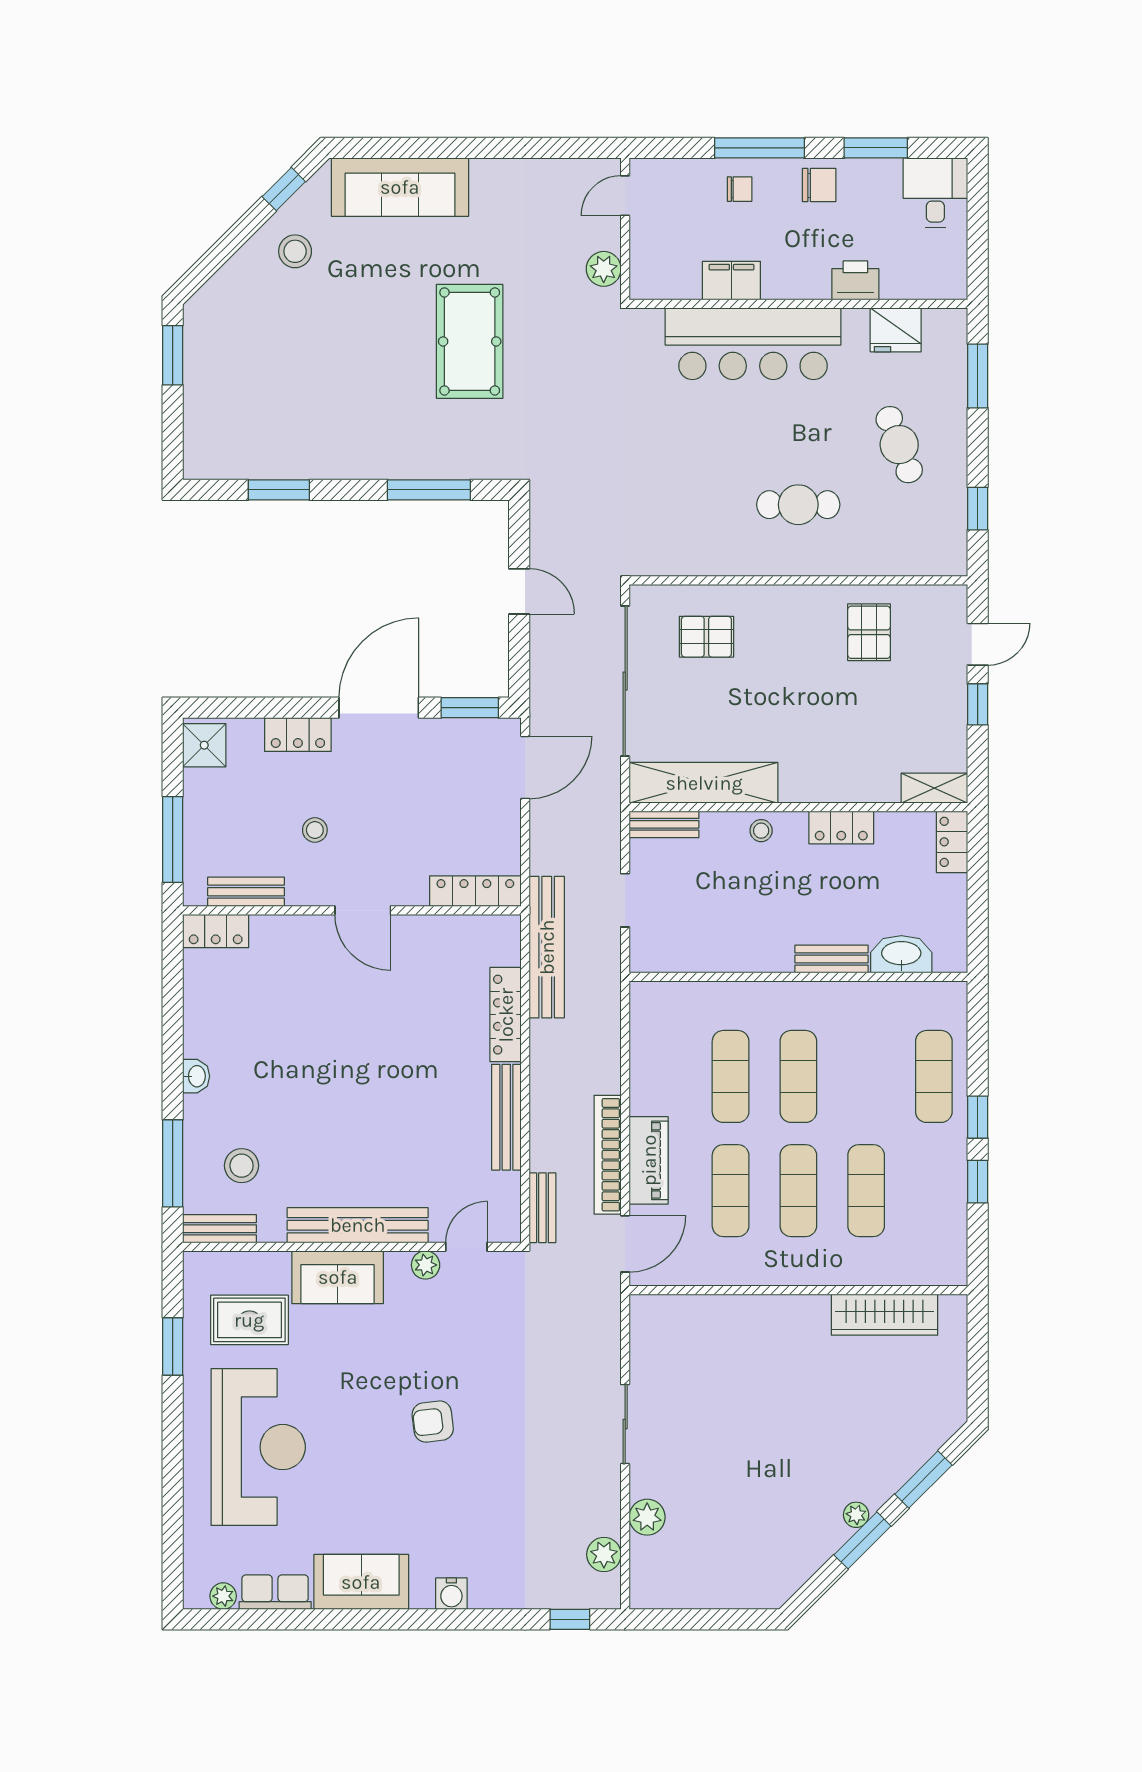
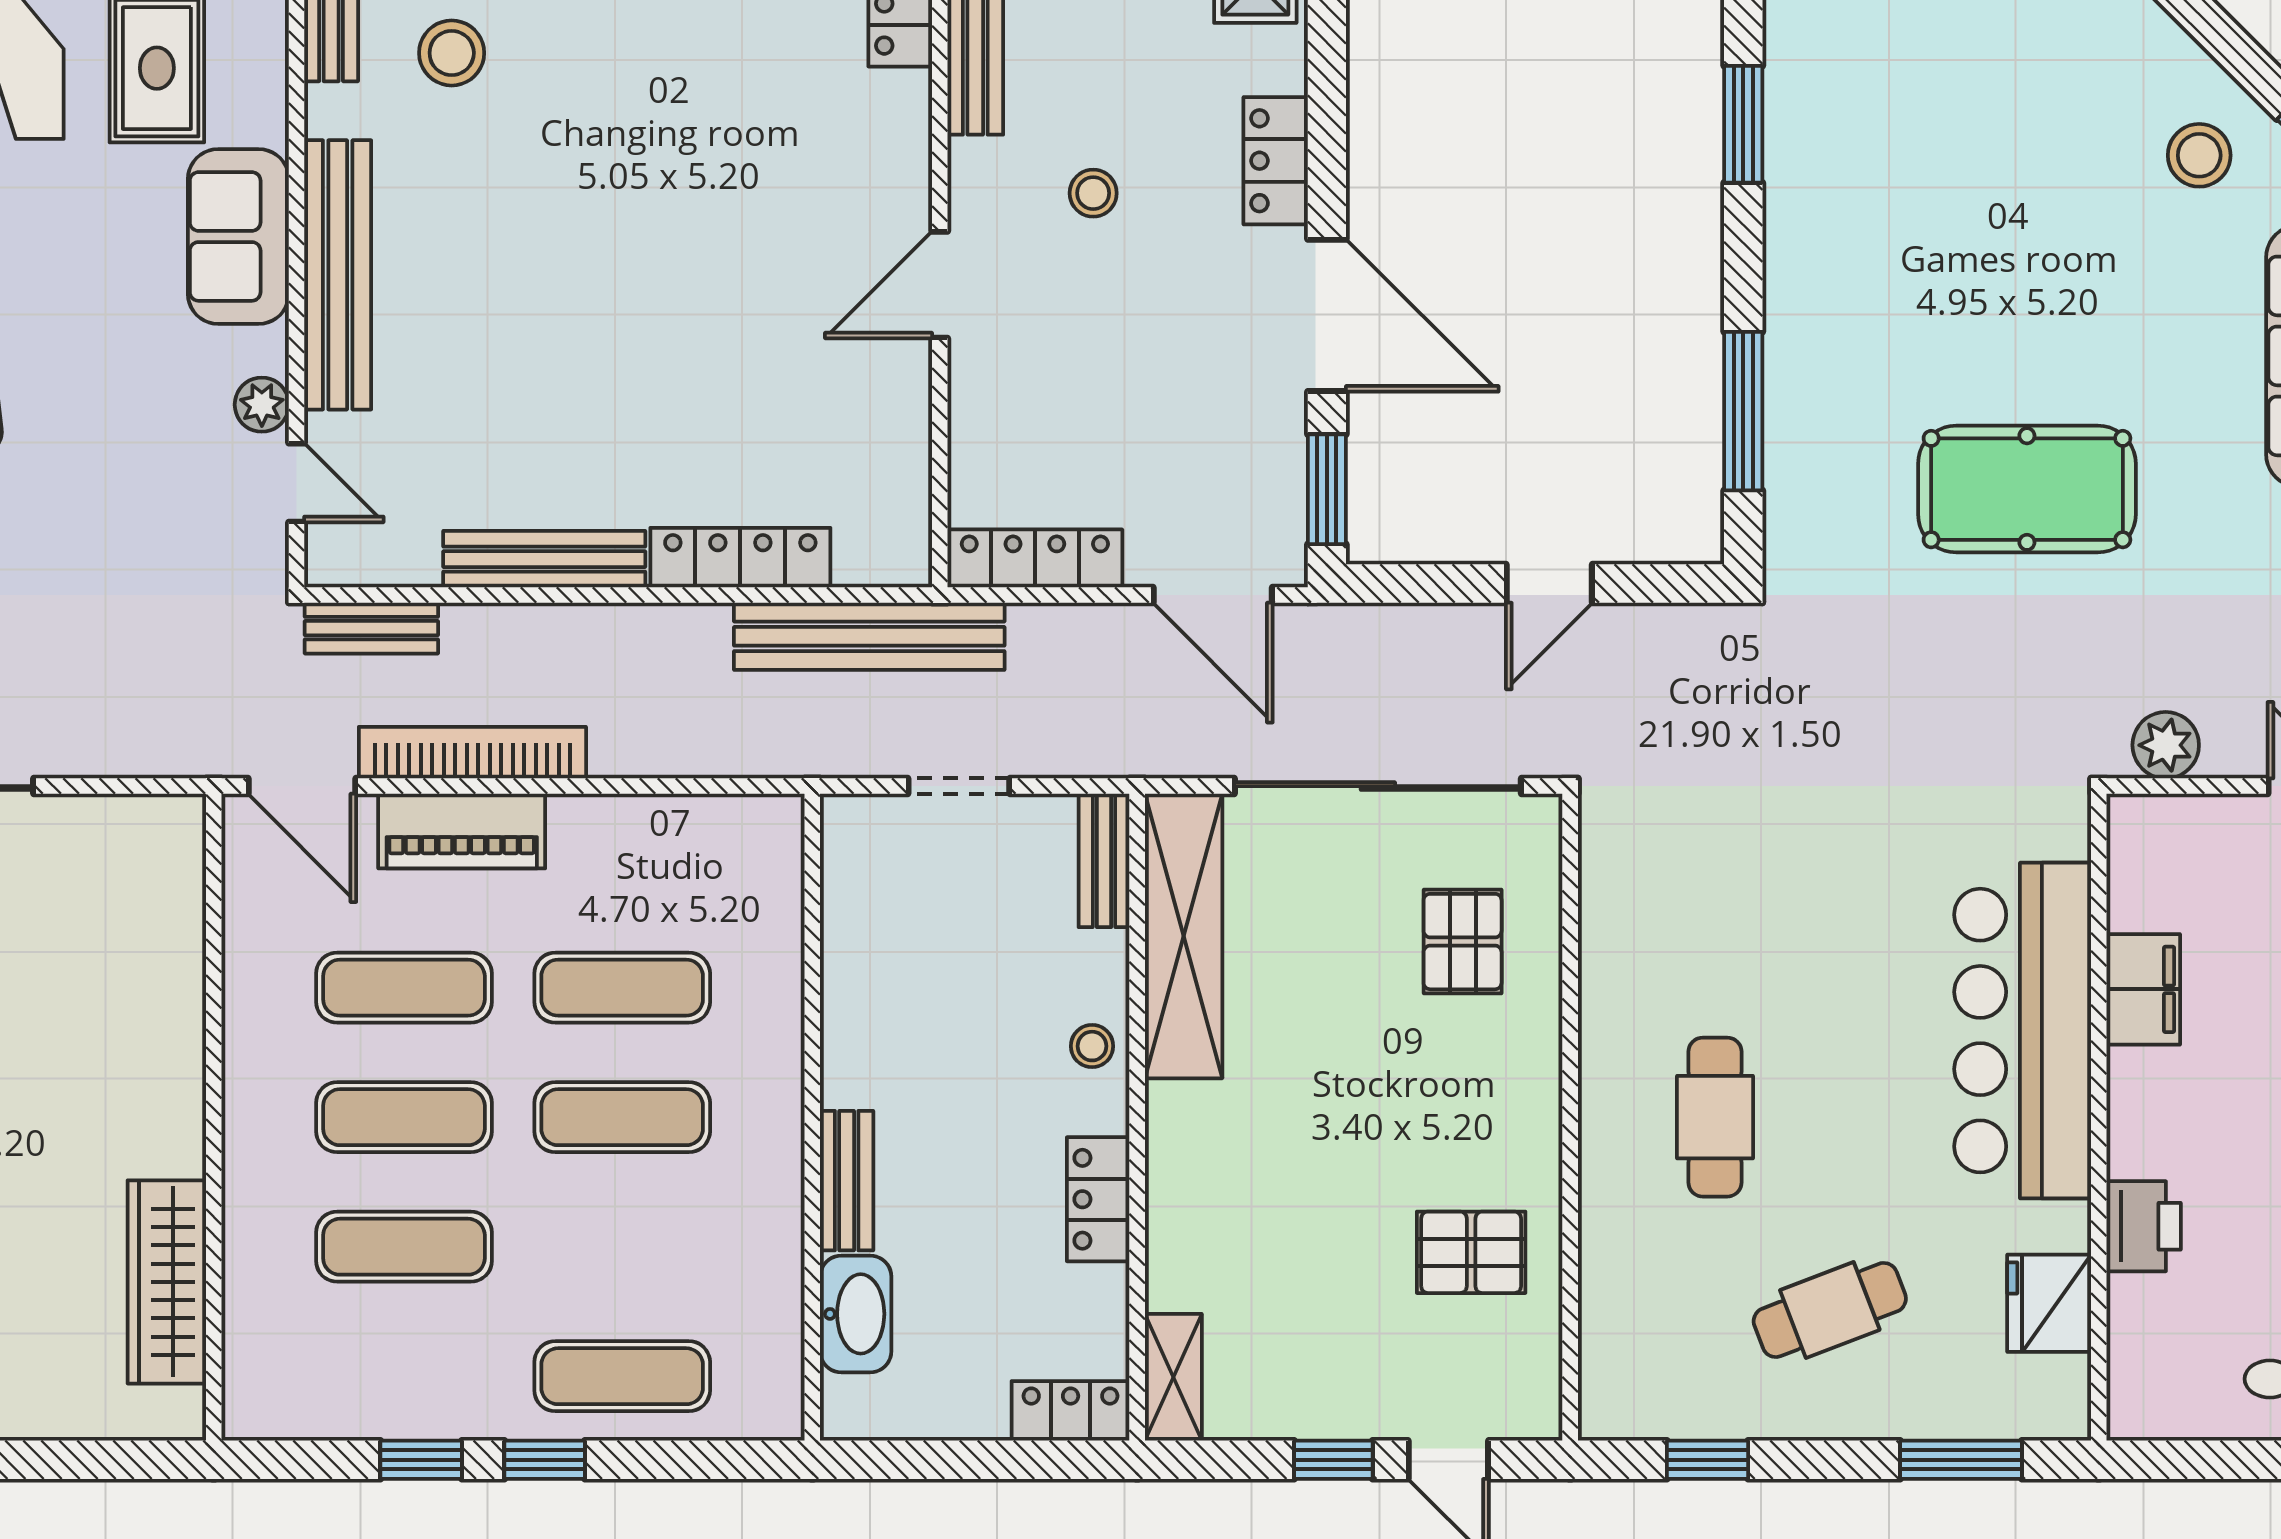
locker: (475, 891) -> (1035, 558), moved, turned -90

